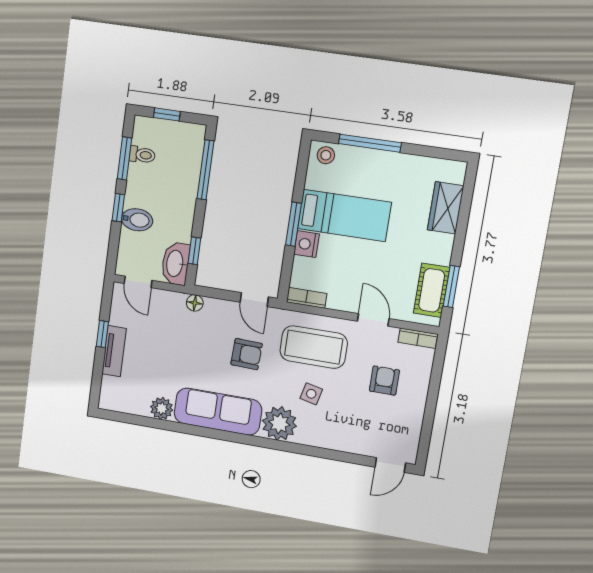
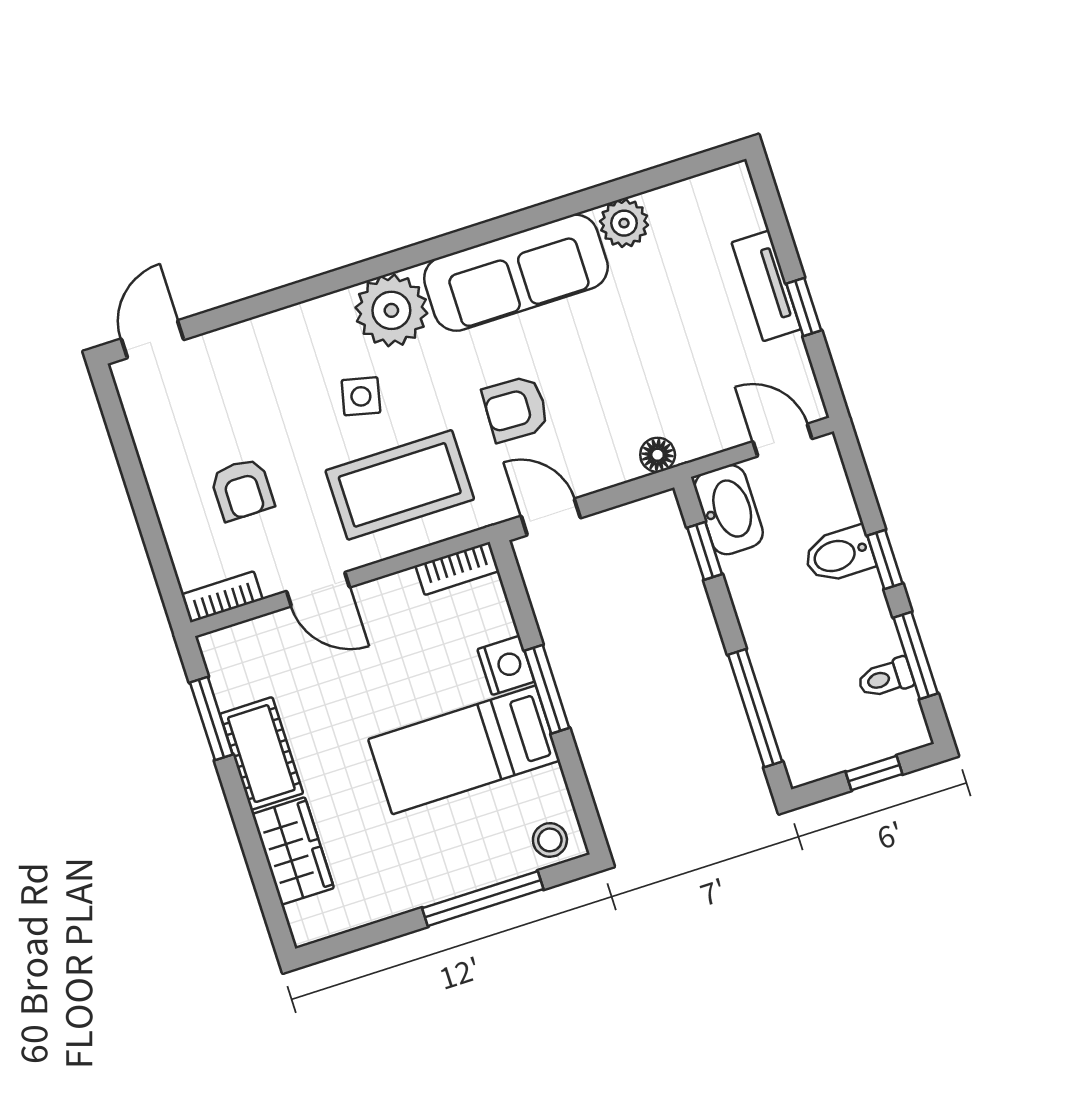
cot: (432, 290) -> (261, 754), moved

